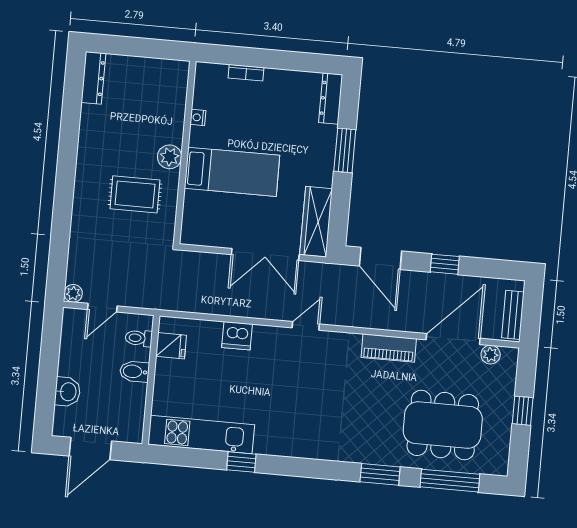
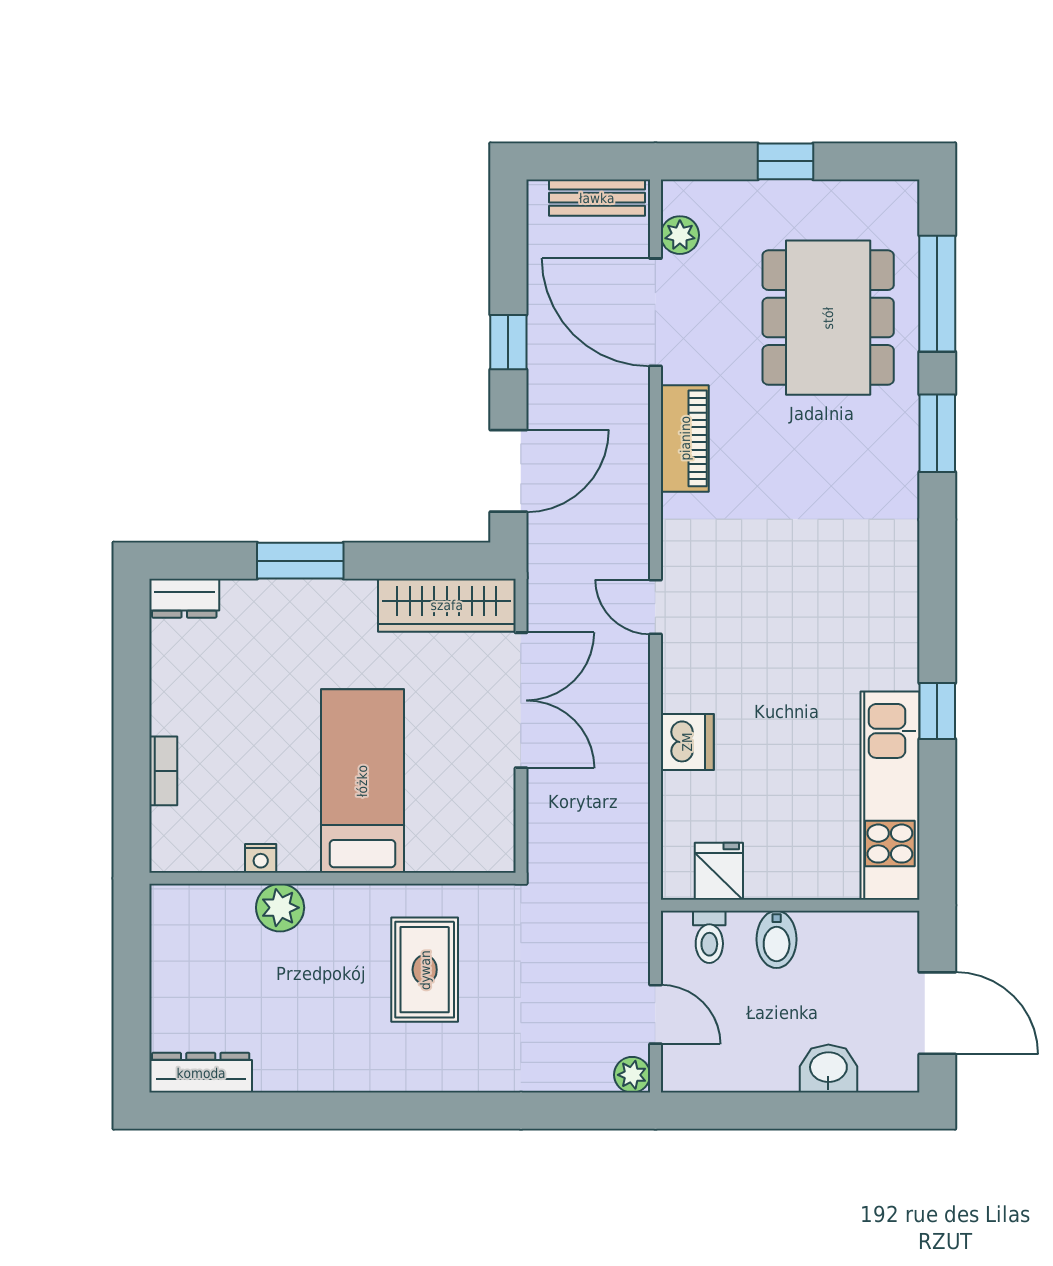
dresser: (331, 98) -> (184, 598), width x0.70
plant: (170, 157) -> (280, 908), moved

